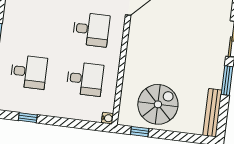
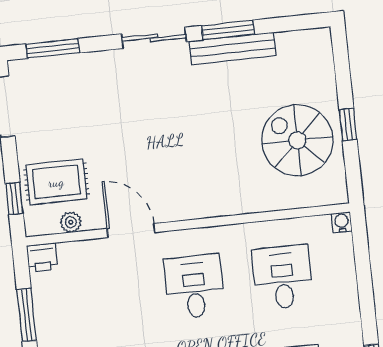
bench: (212, 113) -> (232, 48), moved
window: (140, 132) -> (348, 124), moved

